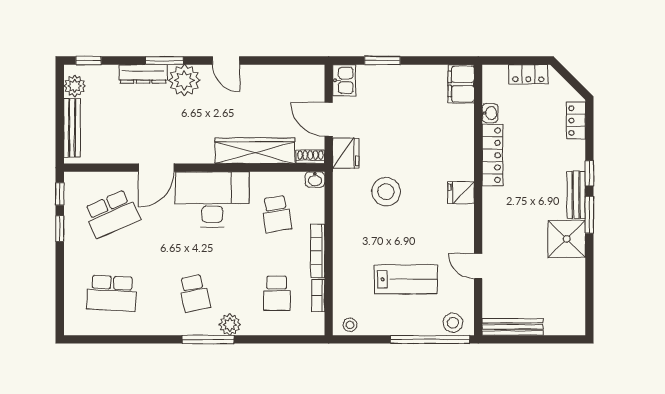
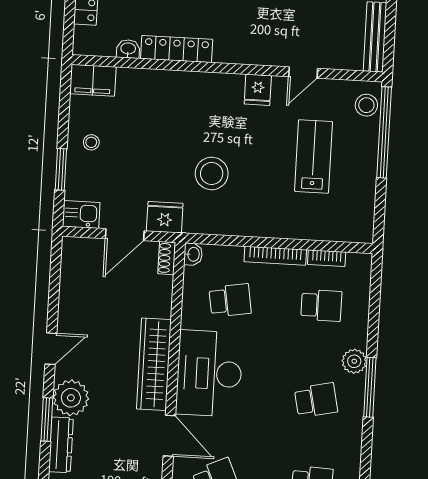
wardrobe: (255, 151) -> (154, 364), moved
fridge: (461, 193) -> (258, 90), moved
stool: (350, 325) -> (91, 142), moved

